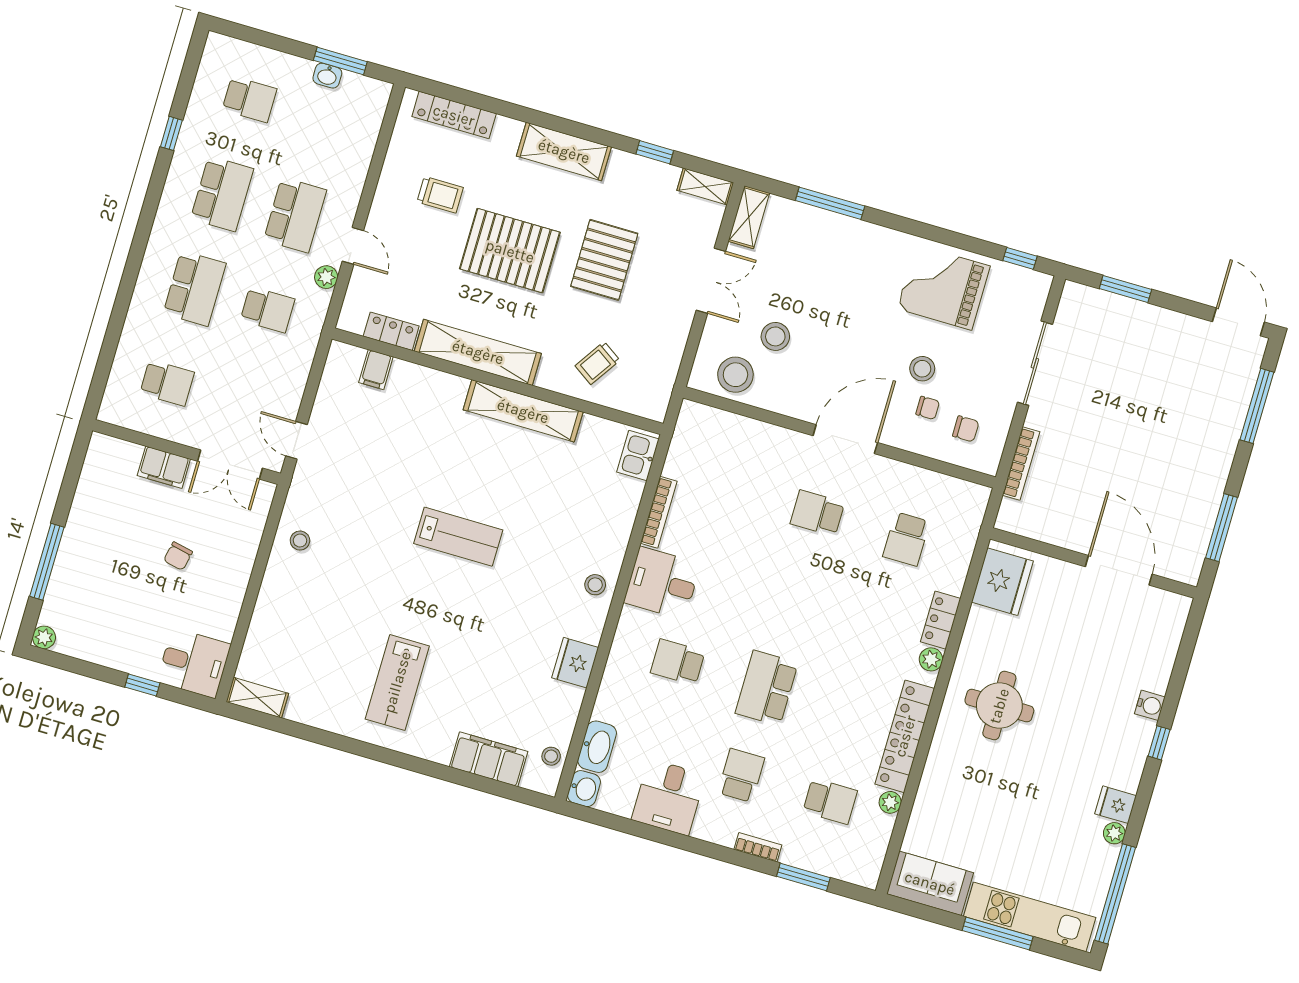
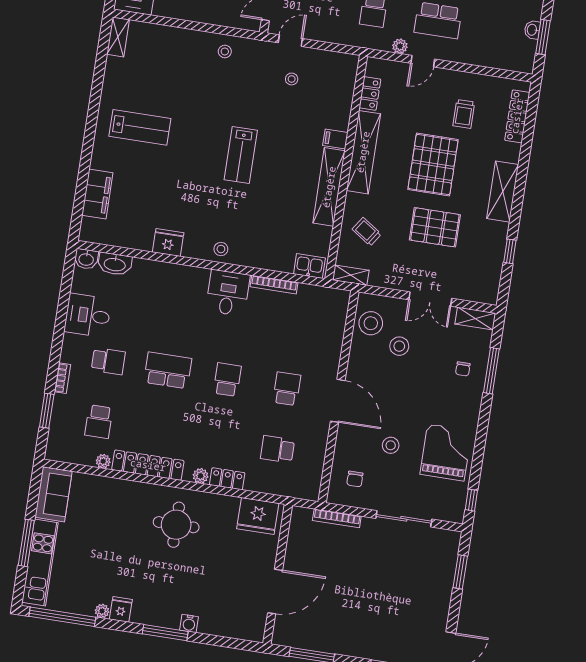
shelving: (705, 186) -> (351, 275), moved, turned 90
filing cabinet: (376, 370) -> (335, 139), moved
chair: (928, 408) -> (463, 369), moved
school desk: (678, 662) -> (227, 380), moved
lab bench: (397, 682) -> (140, 127), turned 180
window: (1159, 743) -> (165, 633), width x2.17
stool: (551, 756) -> (292, 79), moved

